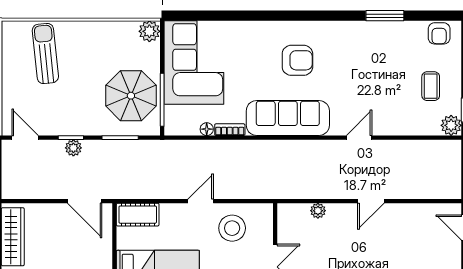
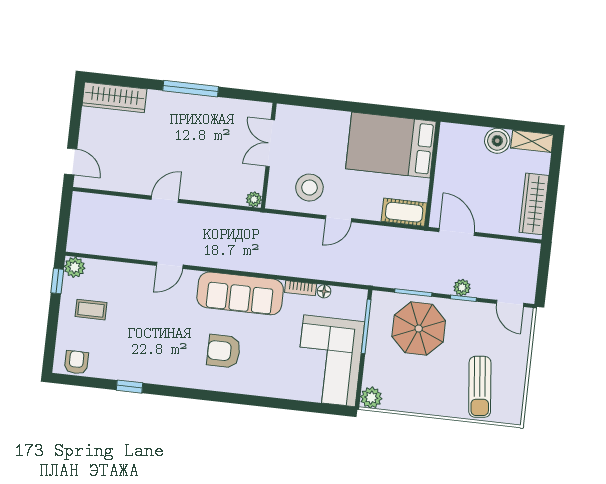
window: (385, 16) -> (130, 387), width x0.67
coffee table: (431, 86) -> (91, 310), turned 90
parasol: (131, 96) -> (419, 329), moved
plant: (318, 211) -> (254, 199), moved

